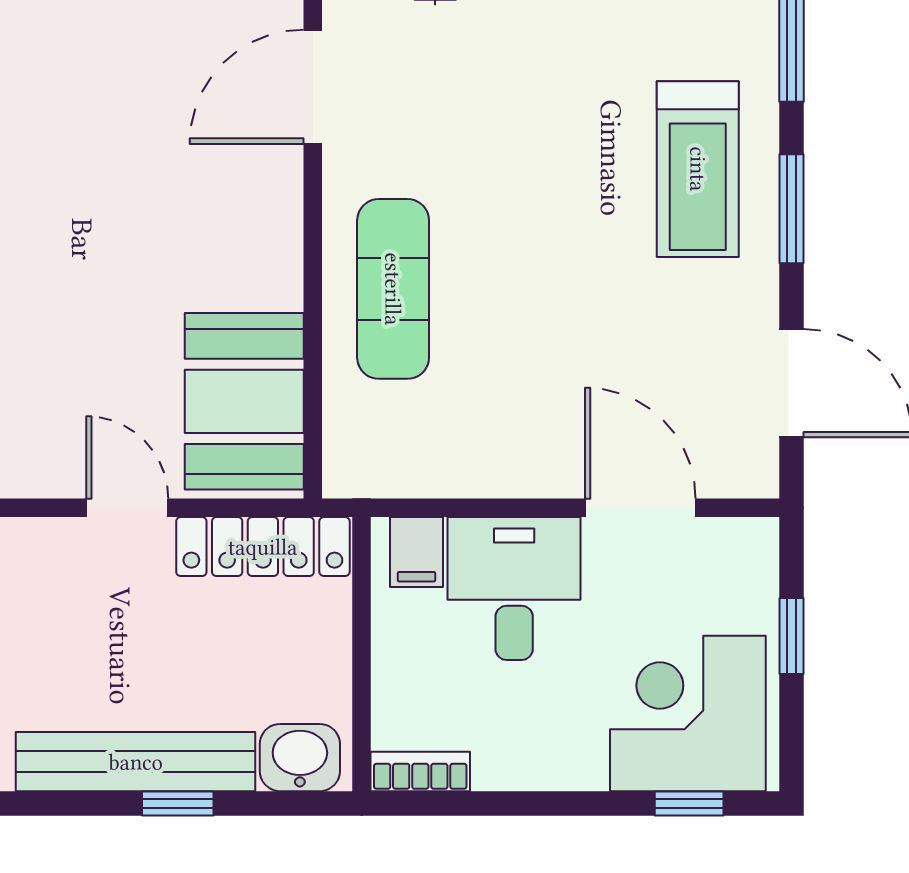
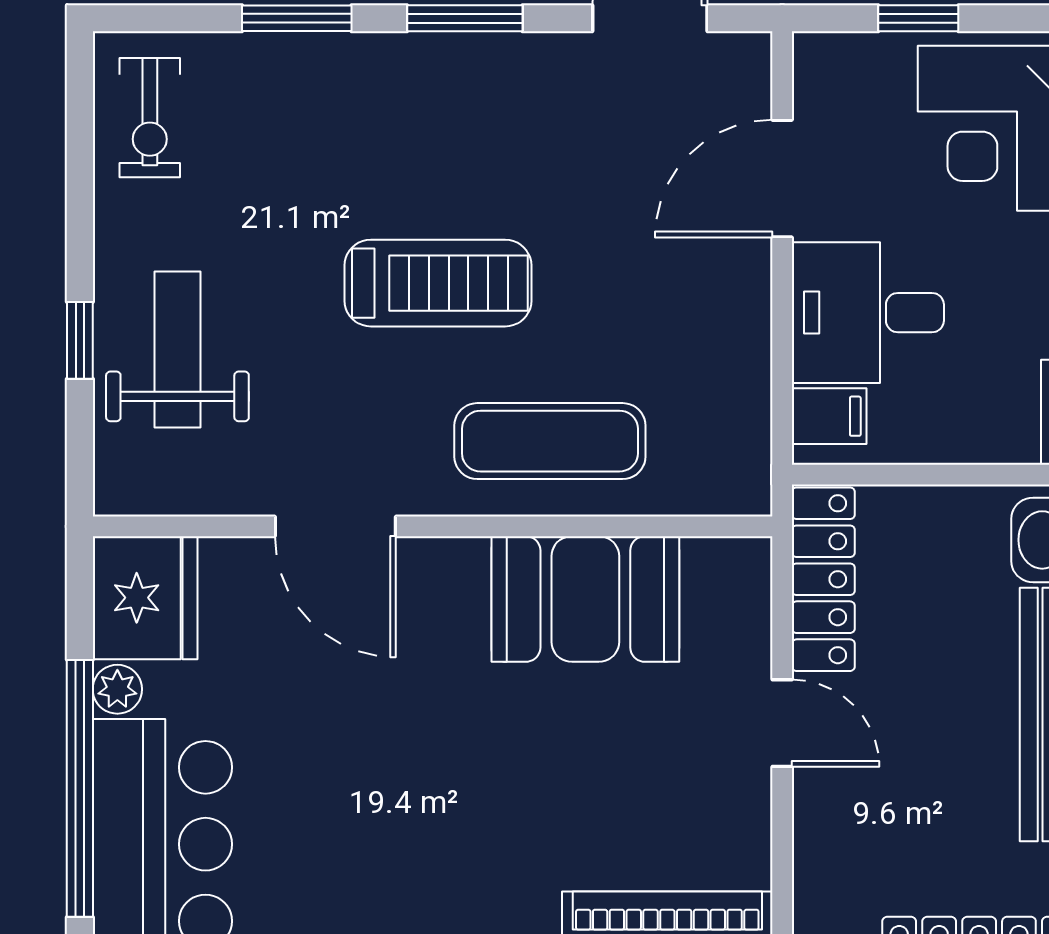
treadmill: (698, 169) -> (438, 283), moved
booth: (244, 401) -> (585, 599), moved
door: (127, 508) -> (782, 723), swing flipped

